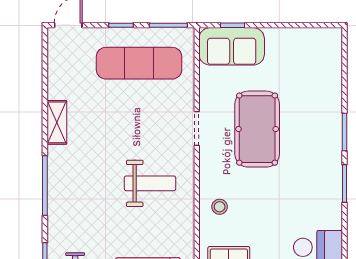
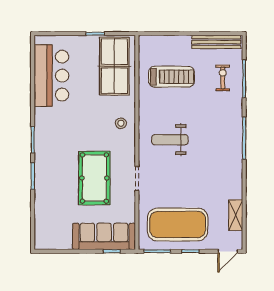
sofa: (232, 46) -> (104, 236), width x1.36
exercise mat: (139, 63) -> (178, 225), width x1.47
shelving: (57, 122) -> (236, 215), moved

